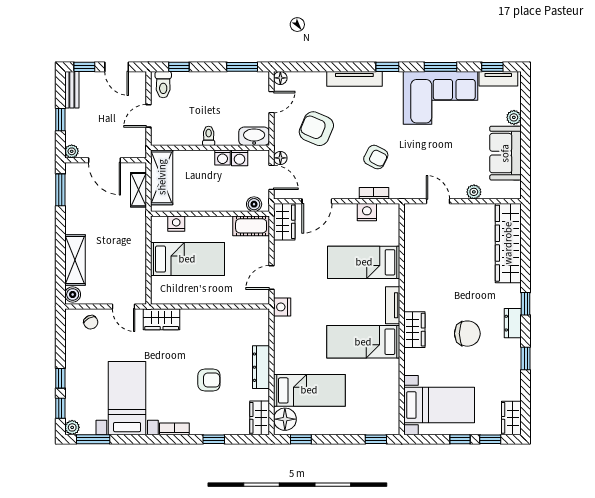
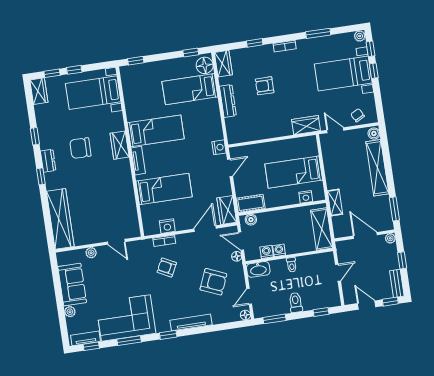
toilet: (163, 85) -> (296, 302), moved
shelving: (138, 190) -> (335, 203), moved
shelving: (75, 260) -> (377, 168), width x1.47
bed with nightstands: (127, 398) -> (343, 73), moved, turned 90
window: (93, 439) -> (318, 33), moved

